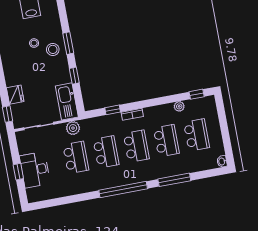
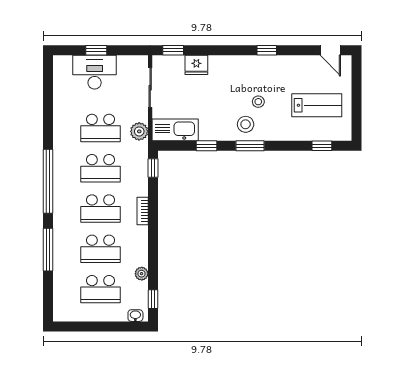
window: (113, 110) -> (153, 168), moved
washbasin: (222, 161) -> (135, 316), moved

